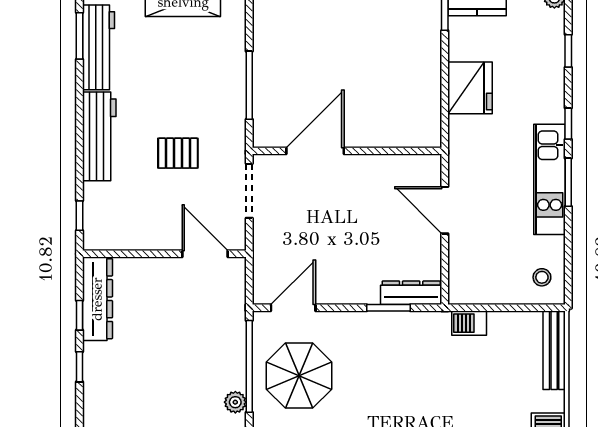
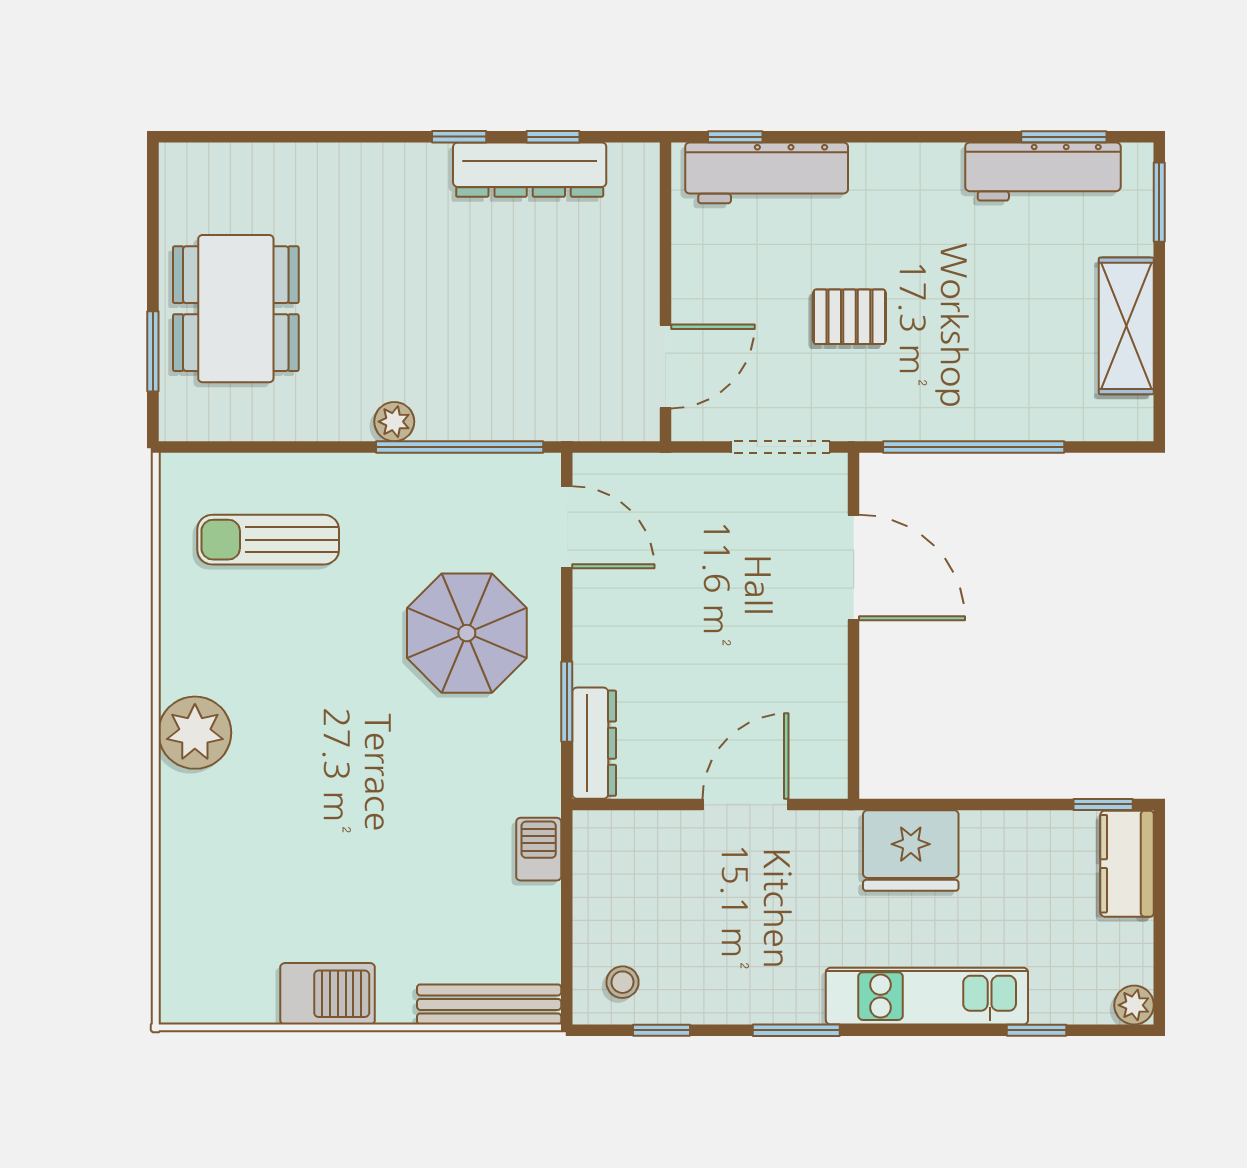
window: (249, 85) -> (974, 447), width x1.46
fridge: (470, 88) -> (911, 851), moved
window: (568, 124) -> (662, 1030), moved
workbench: (99, 136) -> (767, 173), moved
pallet: (178, 153) -> (849, 317), turned 90
kitchen unit: (550, 179) -> (927, 996), moved
dresser: (97, 299) -> (530, 170), moved
parasol: (299, 376) -> (467, 633), moved

